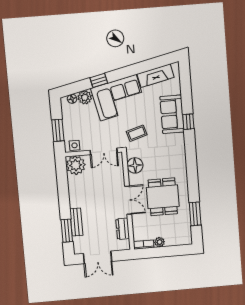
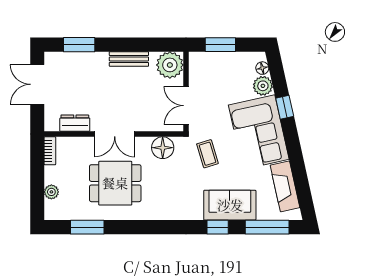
window: (186, 86) -> (267, 227), added
side table: (74, 145) -> (198, 66), removed
bench: (76, 222) -> (129, 59), moved
plant: (160, 242) -> (51, 192), moved

